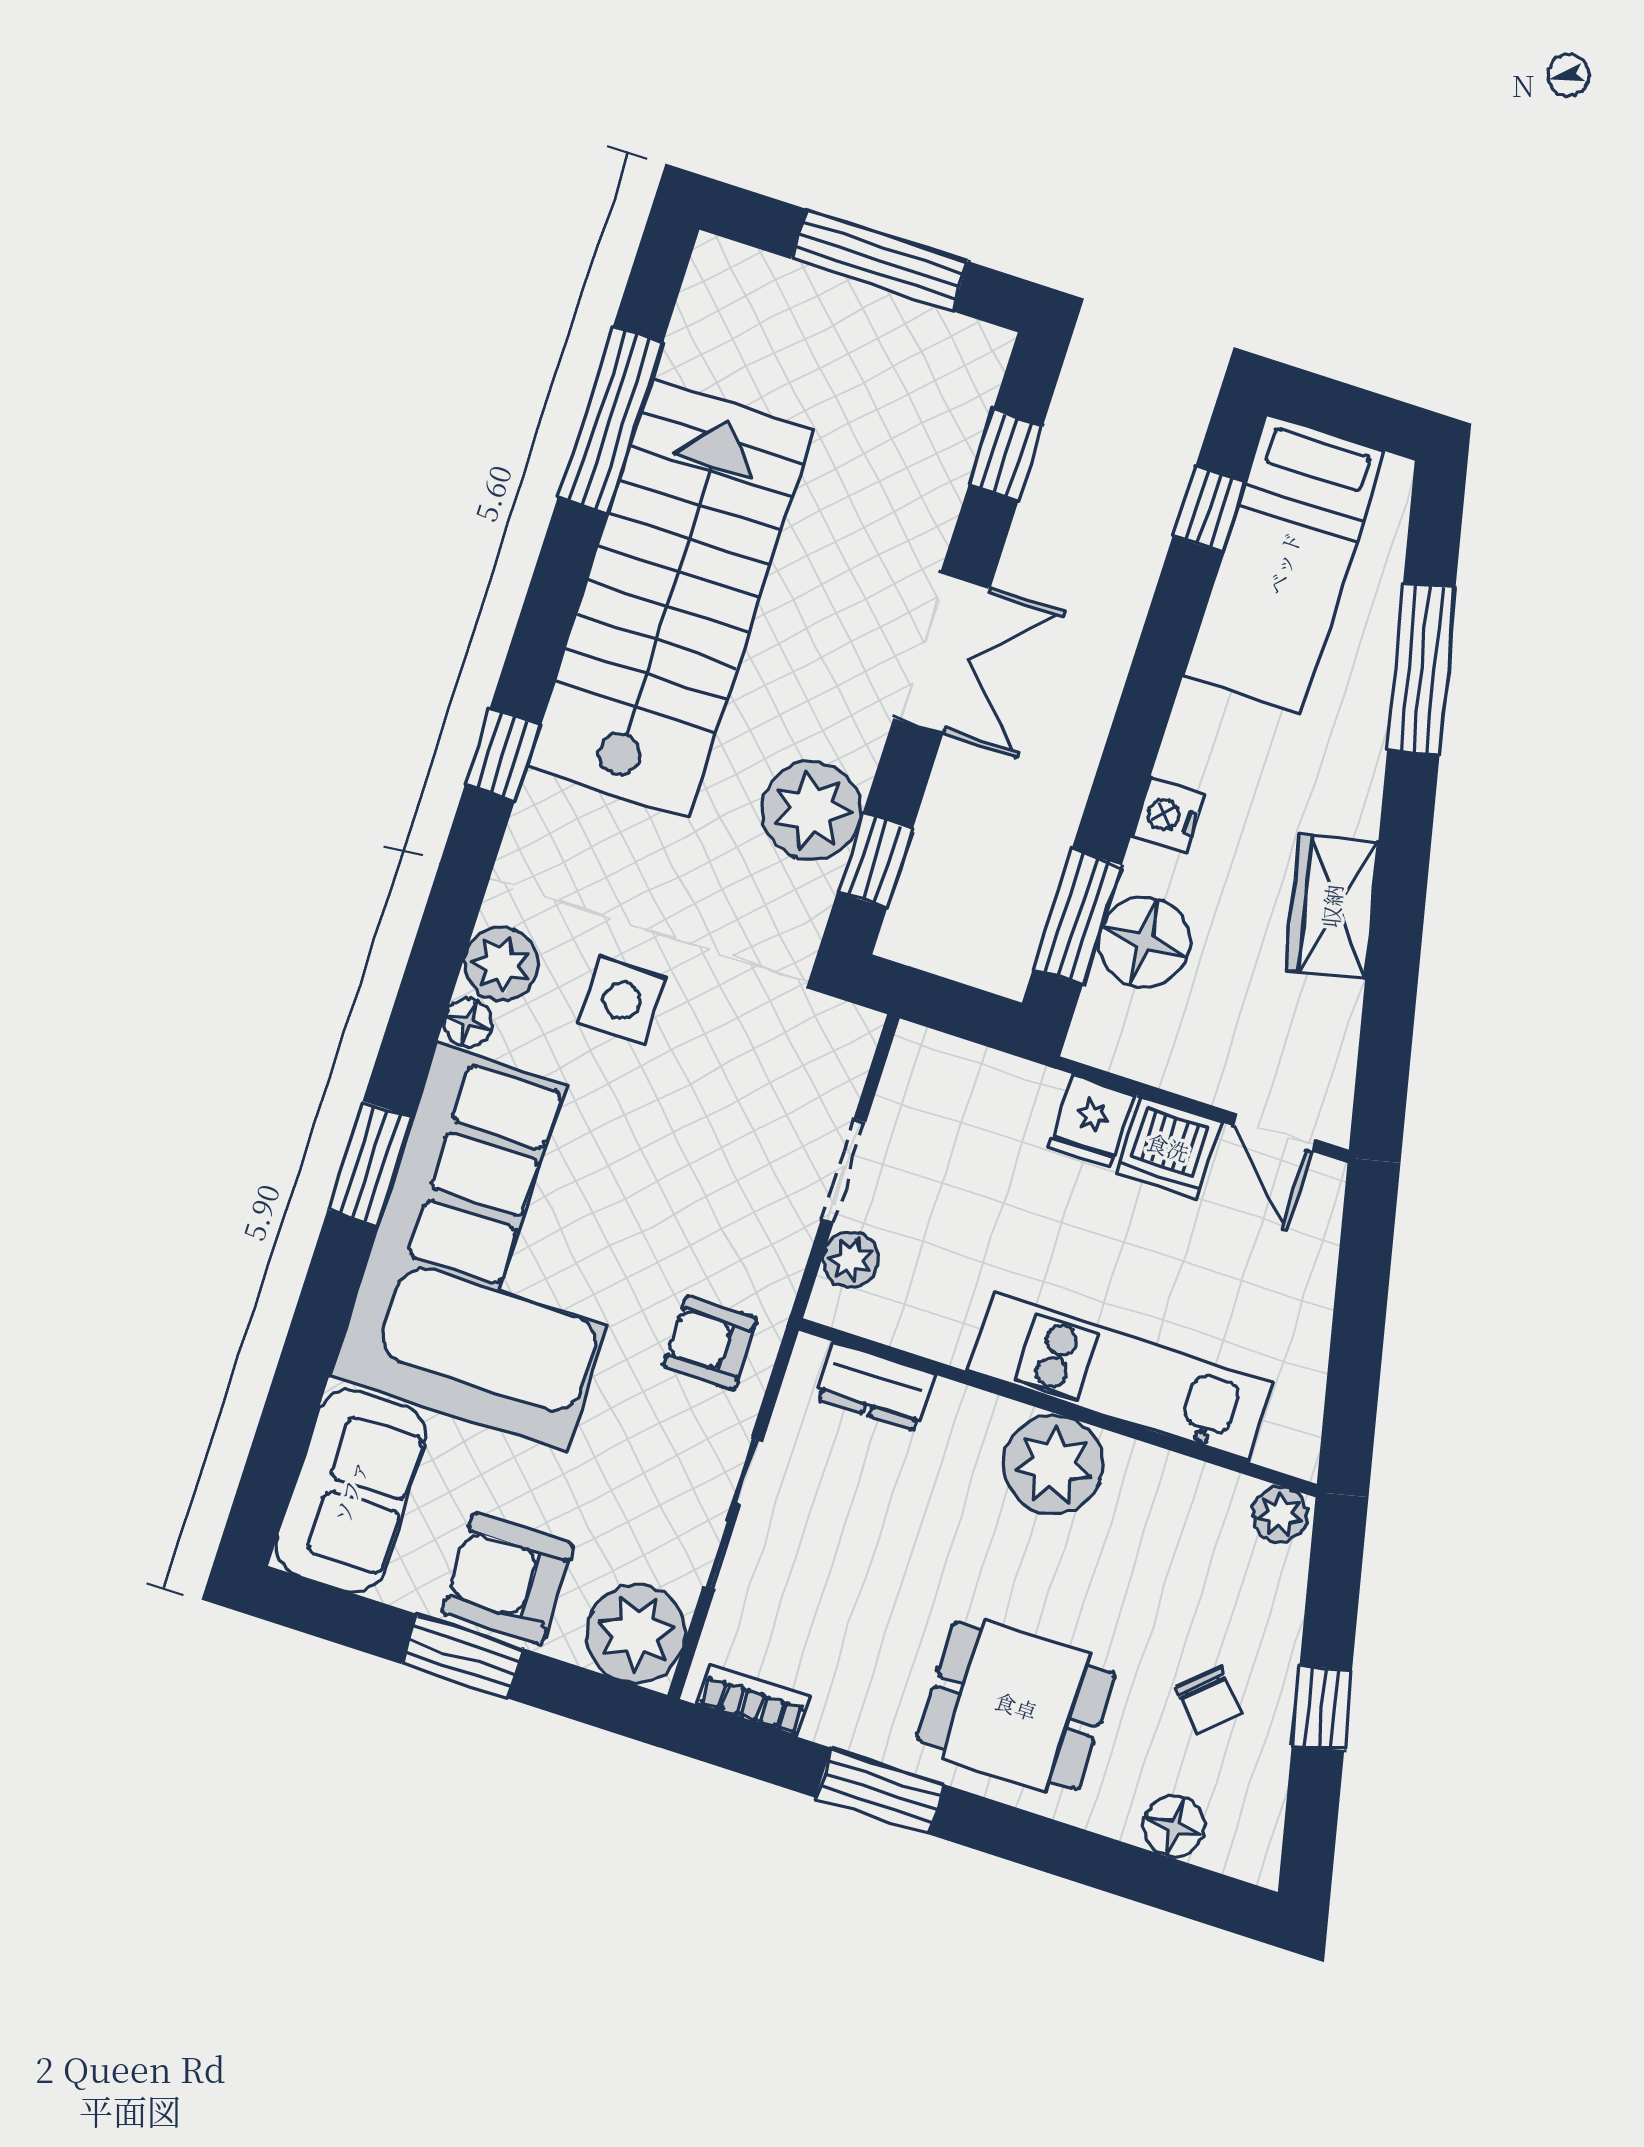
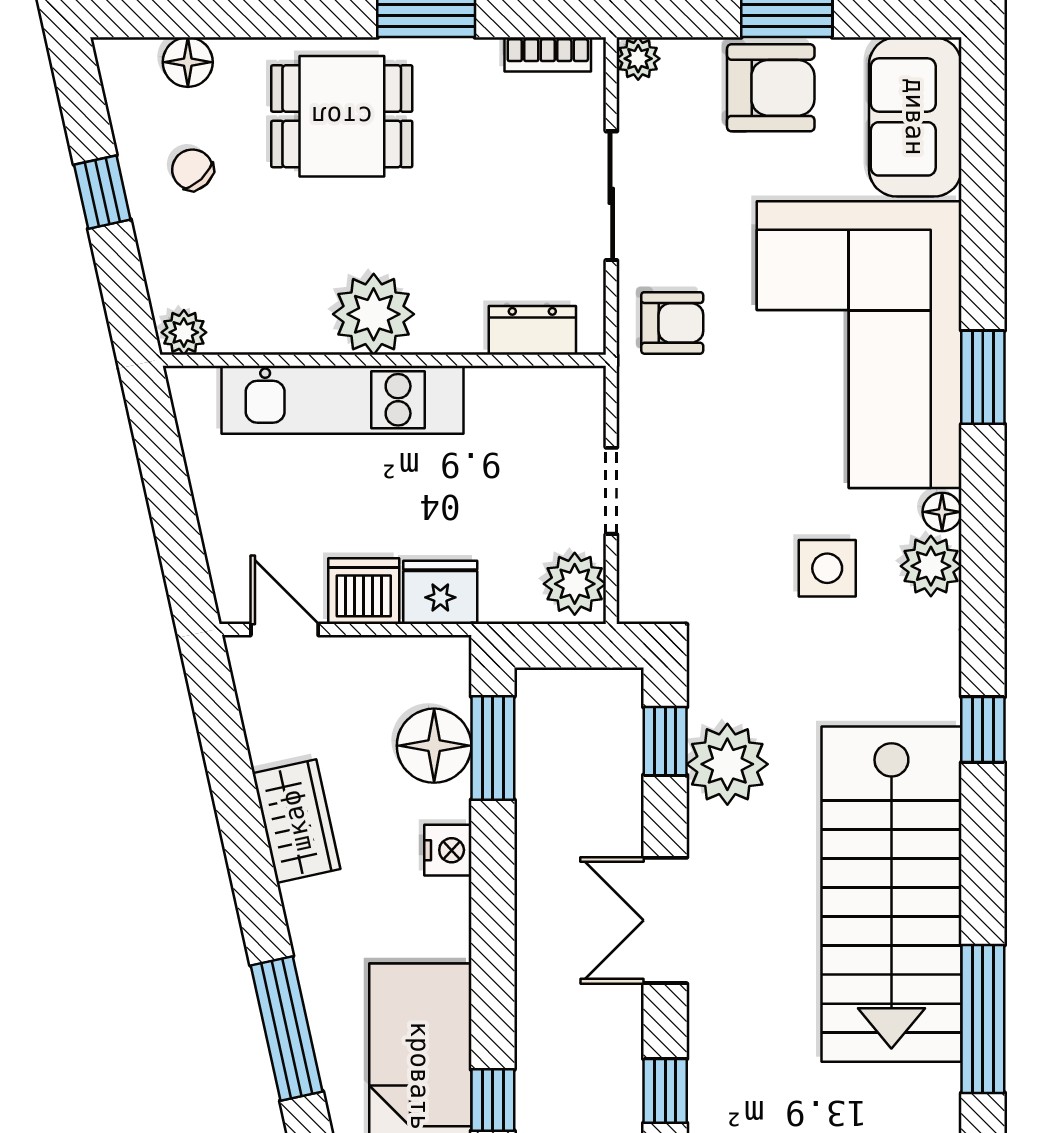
fridge: (1092, 1121) -> (440, 592), width x1.38
plant: (851, 1260) -> (575, 584), moved, width x1.38, depth x1.38
plant: (636, 1633) -> (638, 59), width x0.53, depth x0.53

